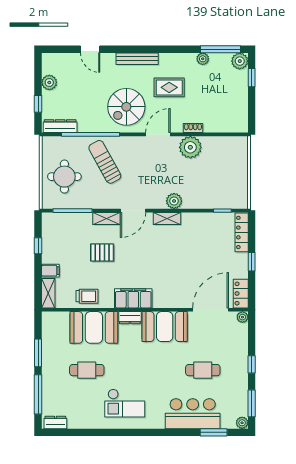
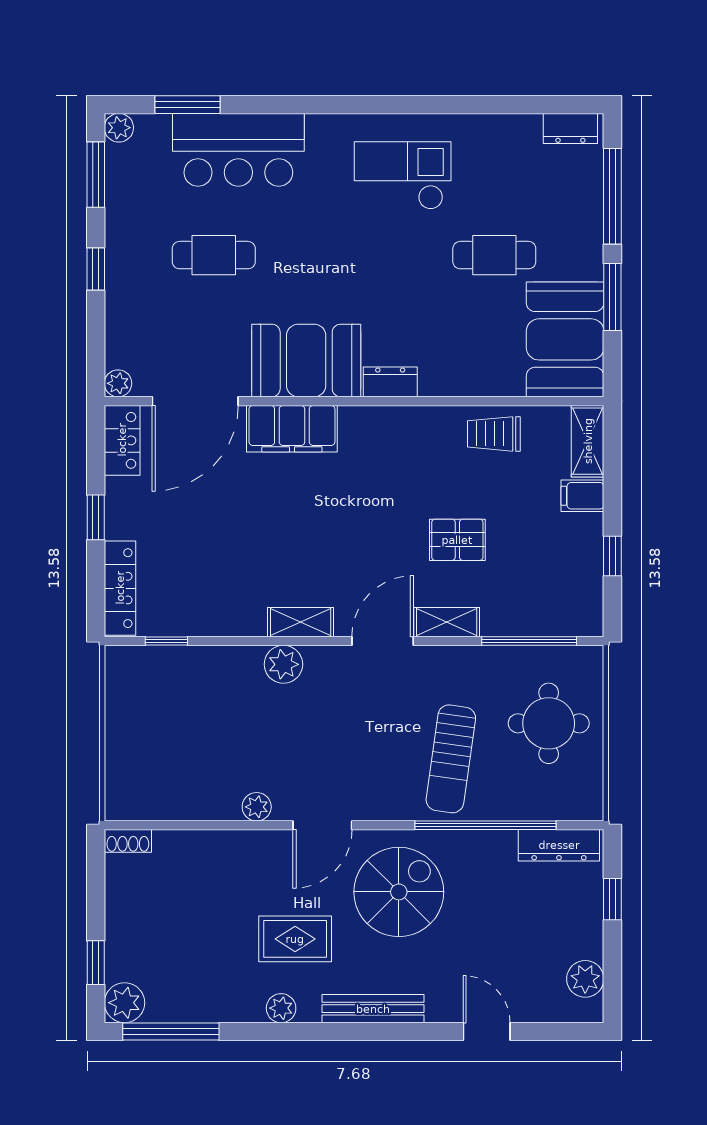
plant: (203, 59) -> (281, 1008), moved
plant: (49, 82) -> (585, 979), moved
shoe rack: (193, 128) -> (128, 841), moved
plant: (190, 147) -> (257, 807), width x0.53, depth x0.53
sun lounger: (105, 162) -> (451, 759), turned 37
filing cabinet: (133, 298) -> (292, 429), moved
booth: (94, 327) -> (565, 339), moved, turned 90

